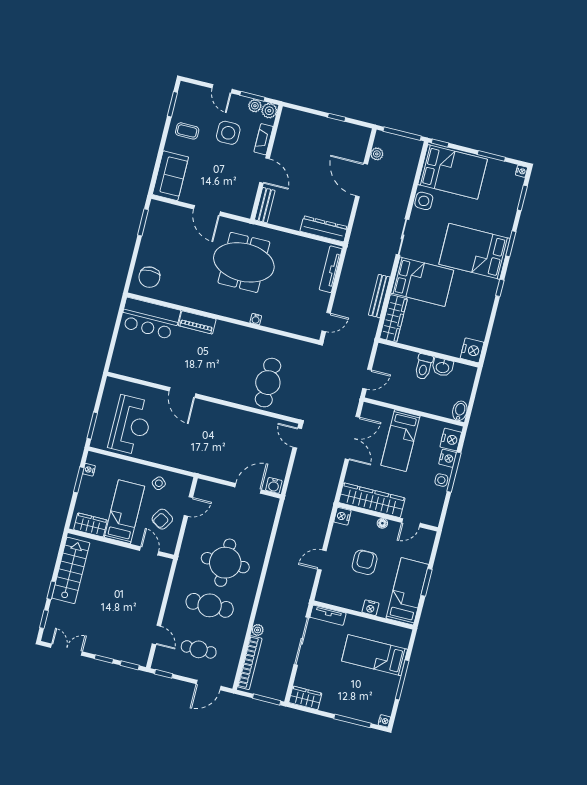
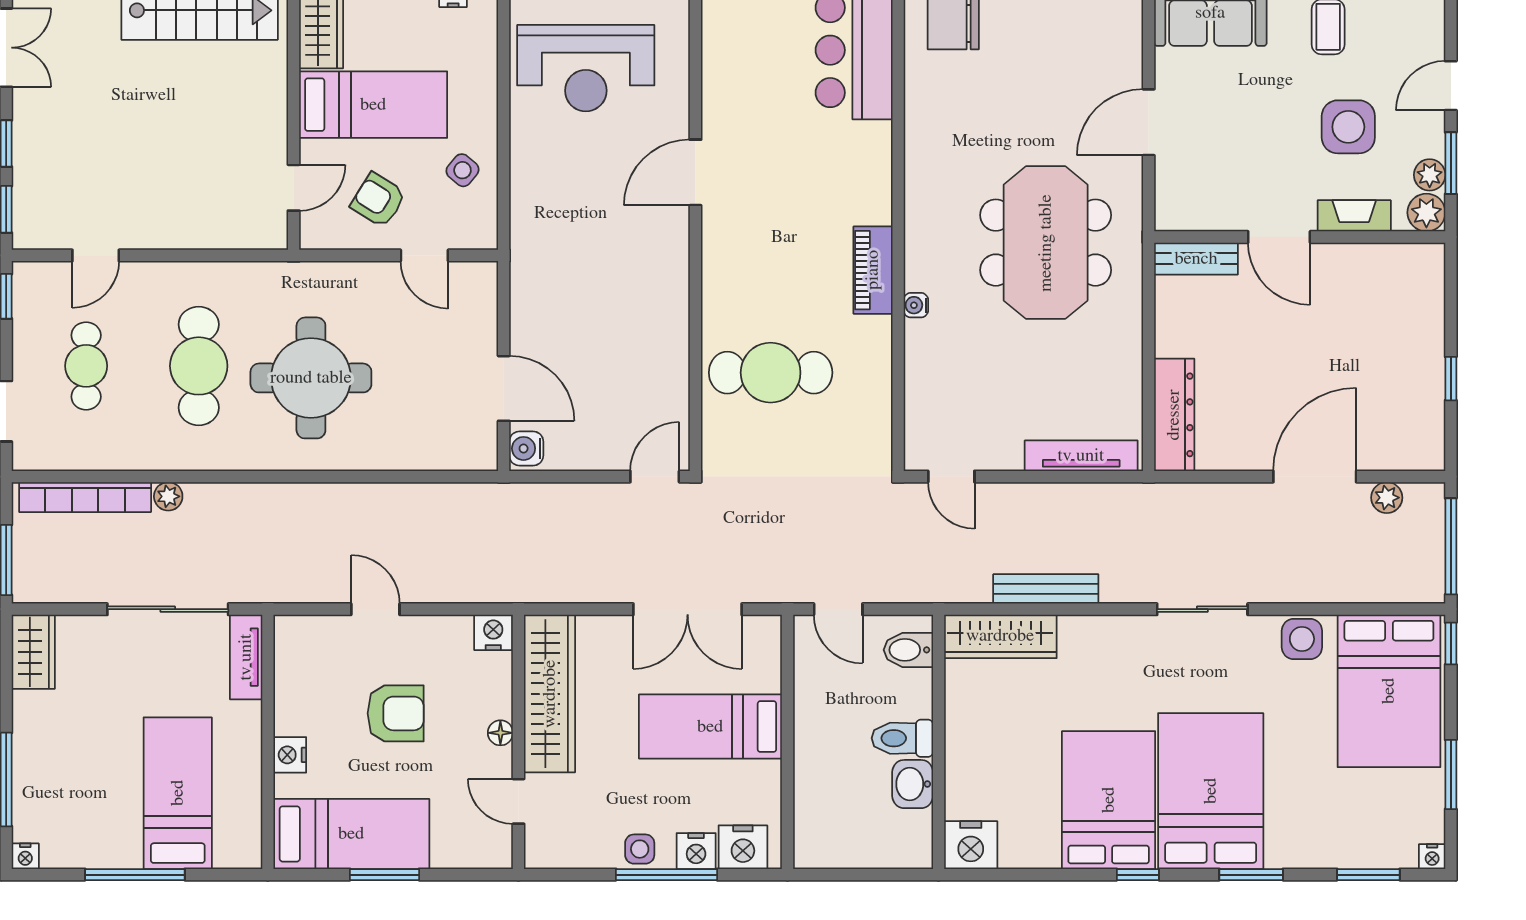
door: (264, 171) -> (1279, 237), hinge flipped
bed: (422, 282) -> (1109, 800), moved, turned 180
piano: (197, 322) -> (873, 270), moved
bidet: (460, 411) -> (908, 650), moved, turned 180

